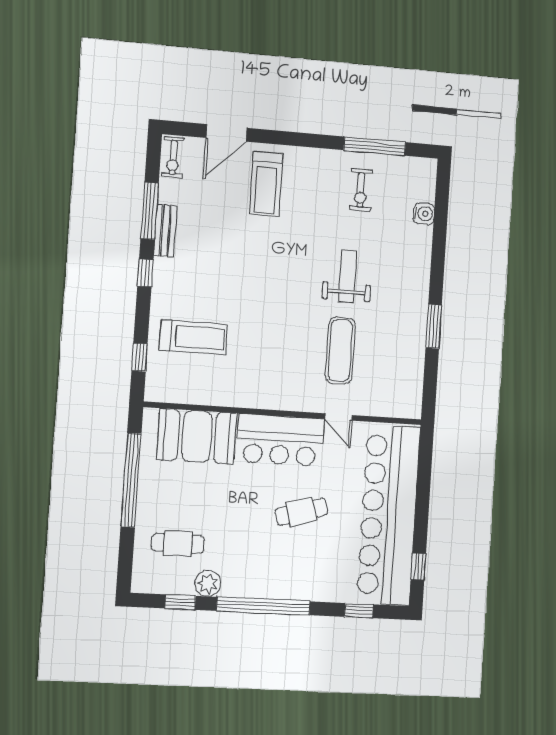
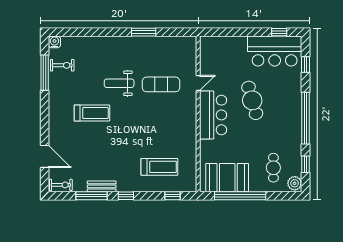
treadmill: (266, 184) -> (92, 113), moved
exercise bike: (361, 190) -> (62, 65), moved
water cooler: (424, 214) -> (54, 42), moved
treadmill: (193, 337) -> (159, 167), turned 90
booth: (197, 436) -> (227, 178), moved, turned 90
cafe table: (301, 512) -> (252, 100), width x1.37, depth x1.35
bar counter: (389, 515) -> (275, 51), width x0.54
plant: (208, 583) -> (295, 183), moved

